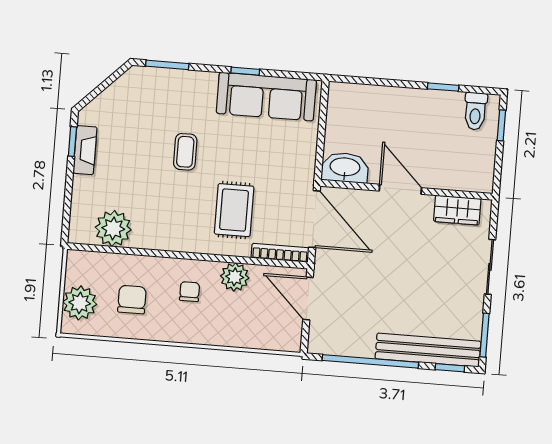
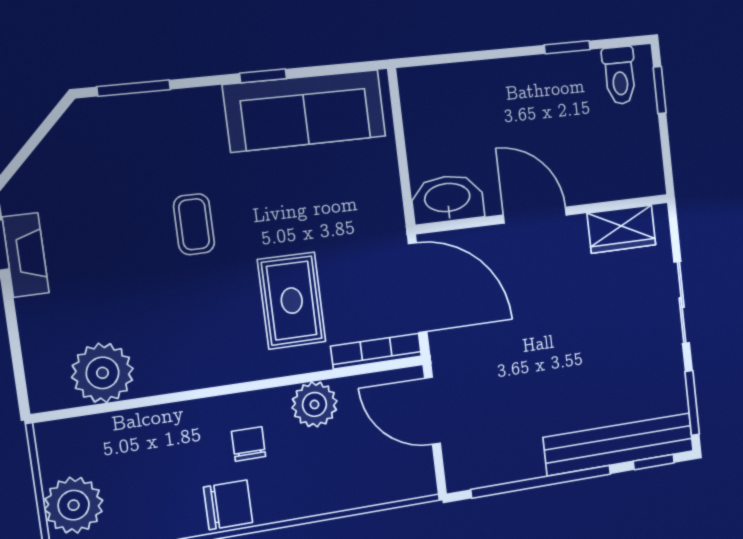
chair: (132, 300) -> (228, 505), moved, turned 90

